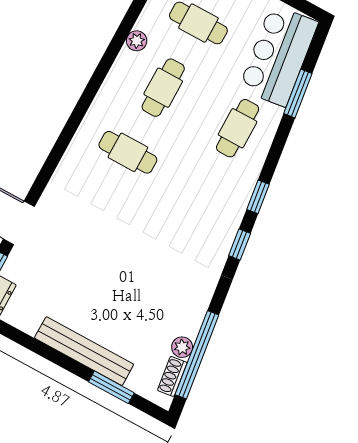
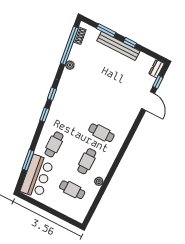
plant: (182, 347) -> (70, 65), moved
window: (57, 358) -> (130, 43), added

